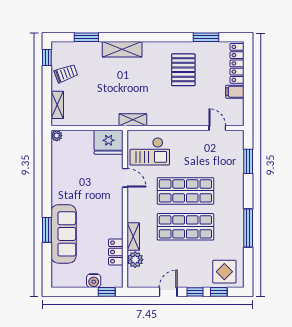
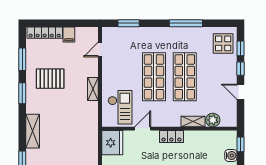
window: (166, 37) -> (22, 93), added
shelving: (133, 120) -> (93, 89), moved
locker: (116, 252) -> (171, 137), moved

